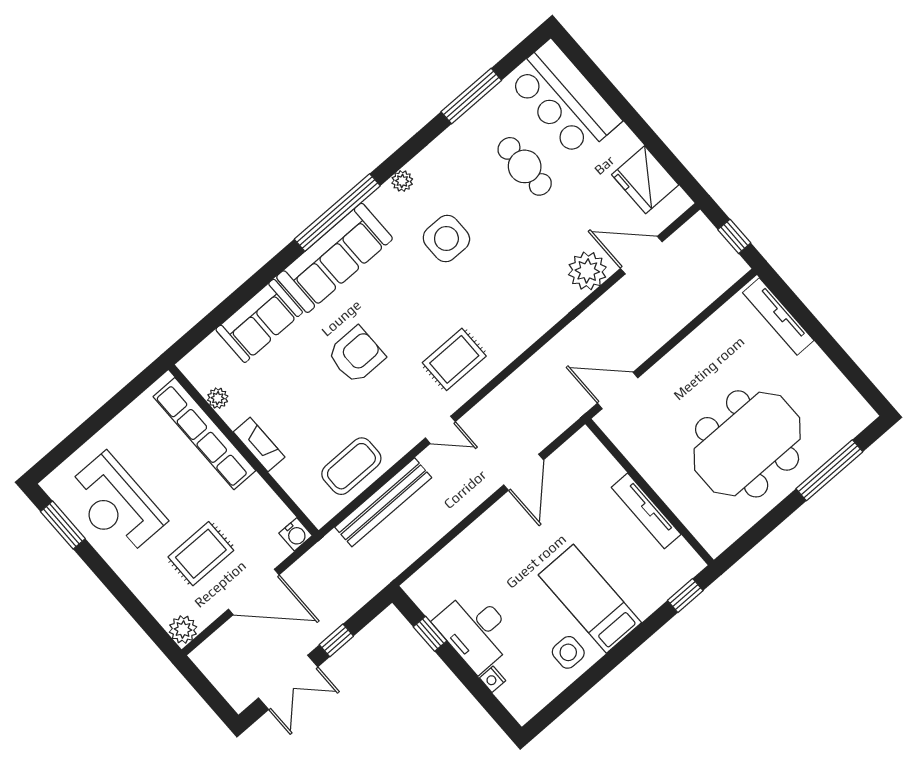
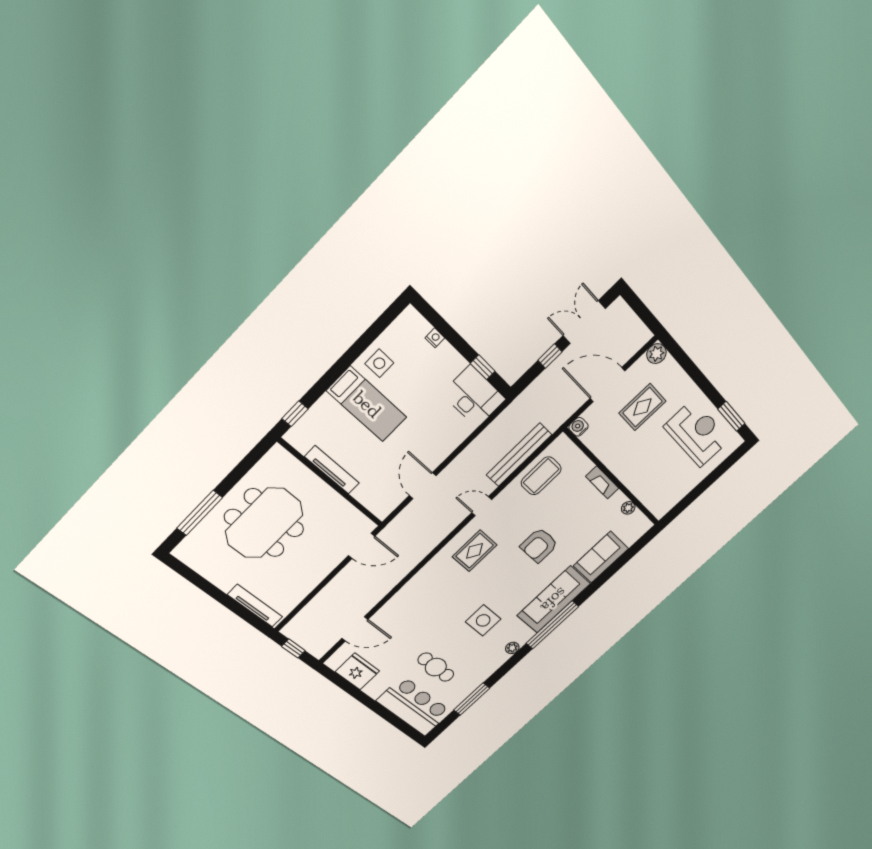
plant: (587, 271) -> (390, 615), removed
row of seats: (204, 434) -> (637, 485), removed
desk: (476, 630) -> (474, 396), moved

